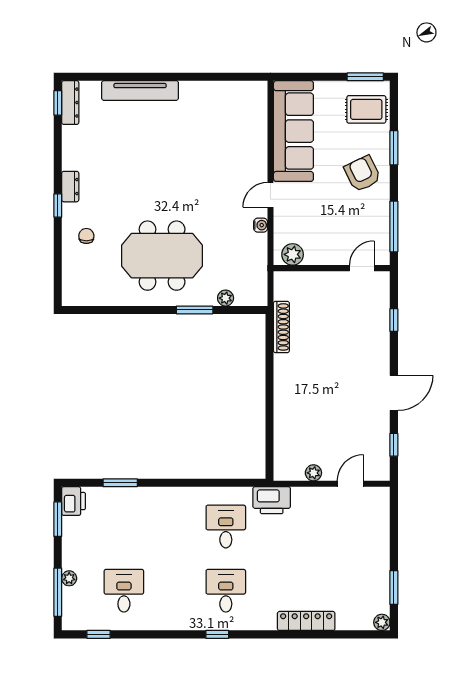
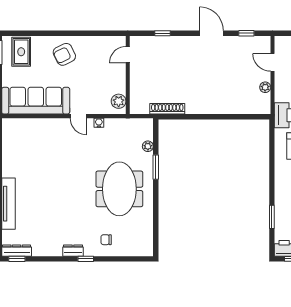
window: (394, 148) -> (47, 33), removed
window: (394, 227) -> (100, 33), removed
door: (362, 268) -> (128, 55), hinge flipped

